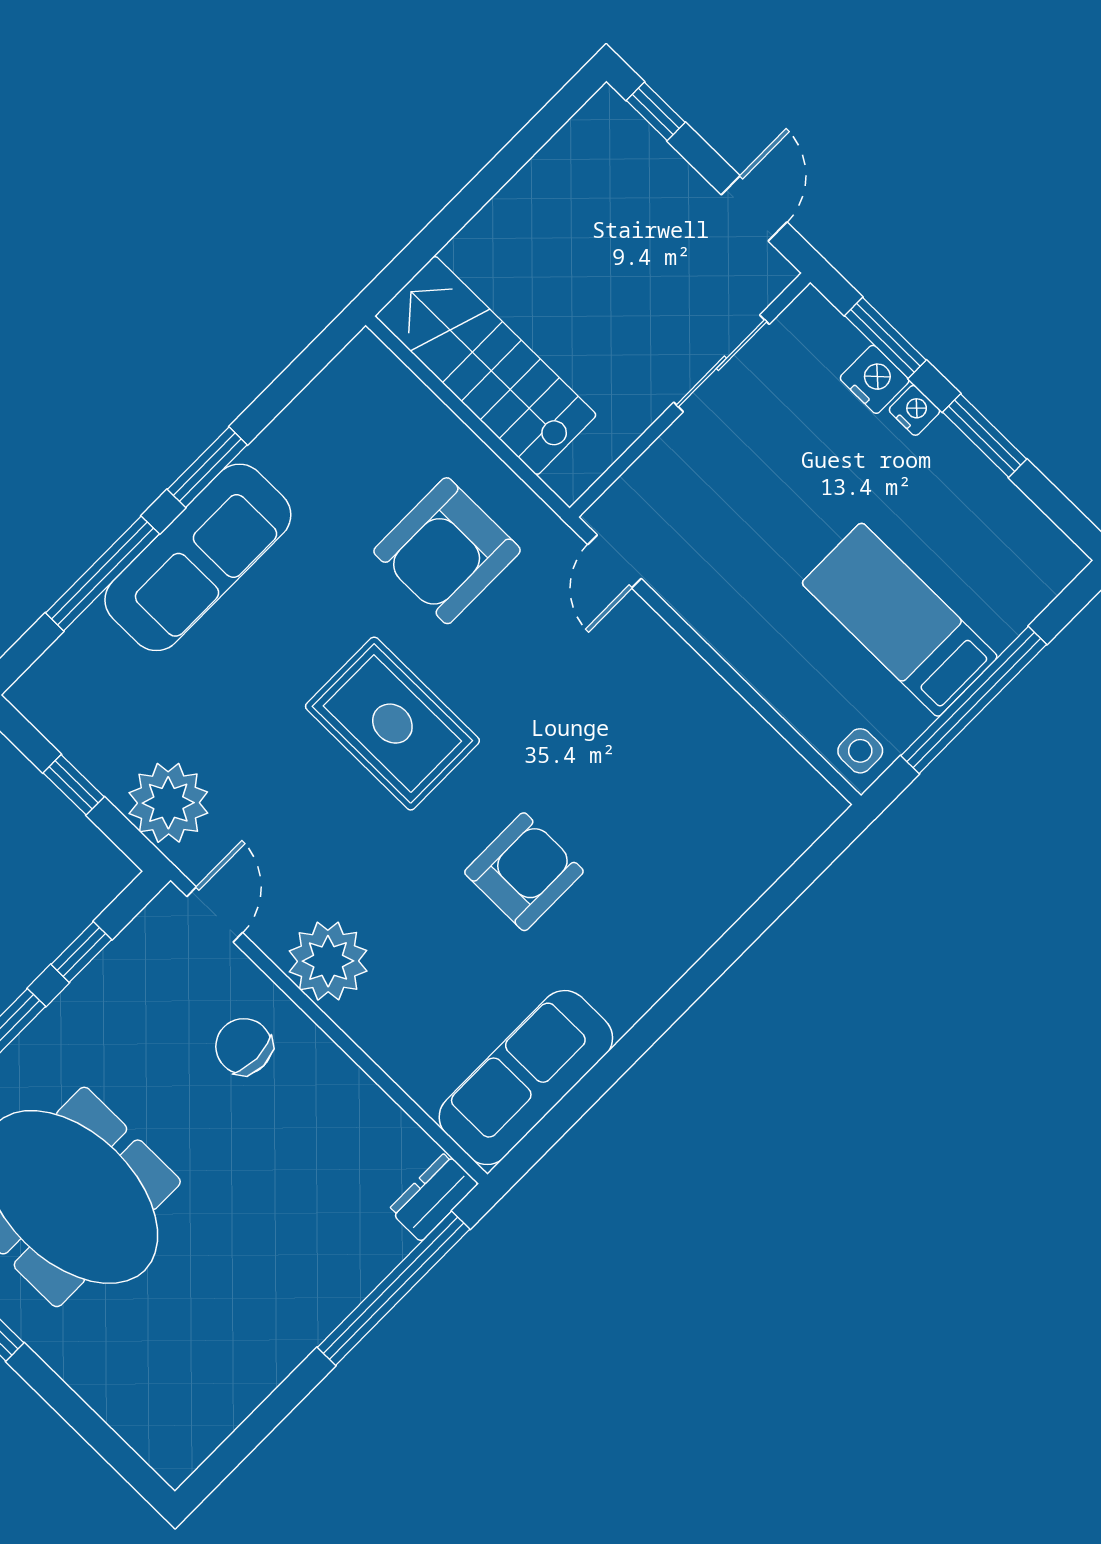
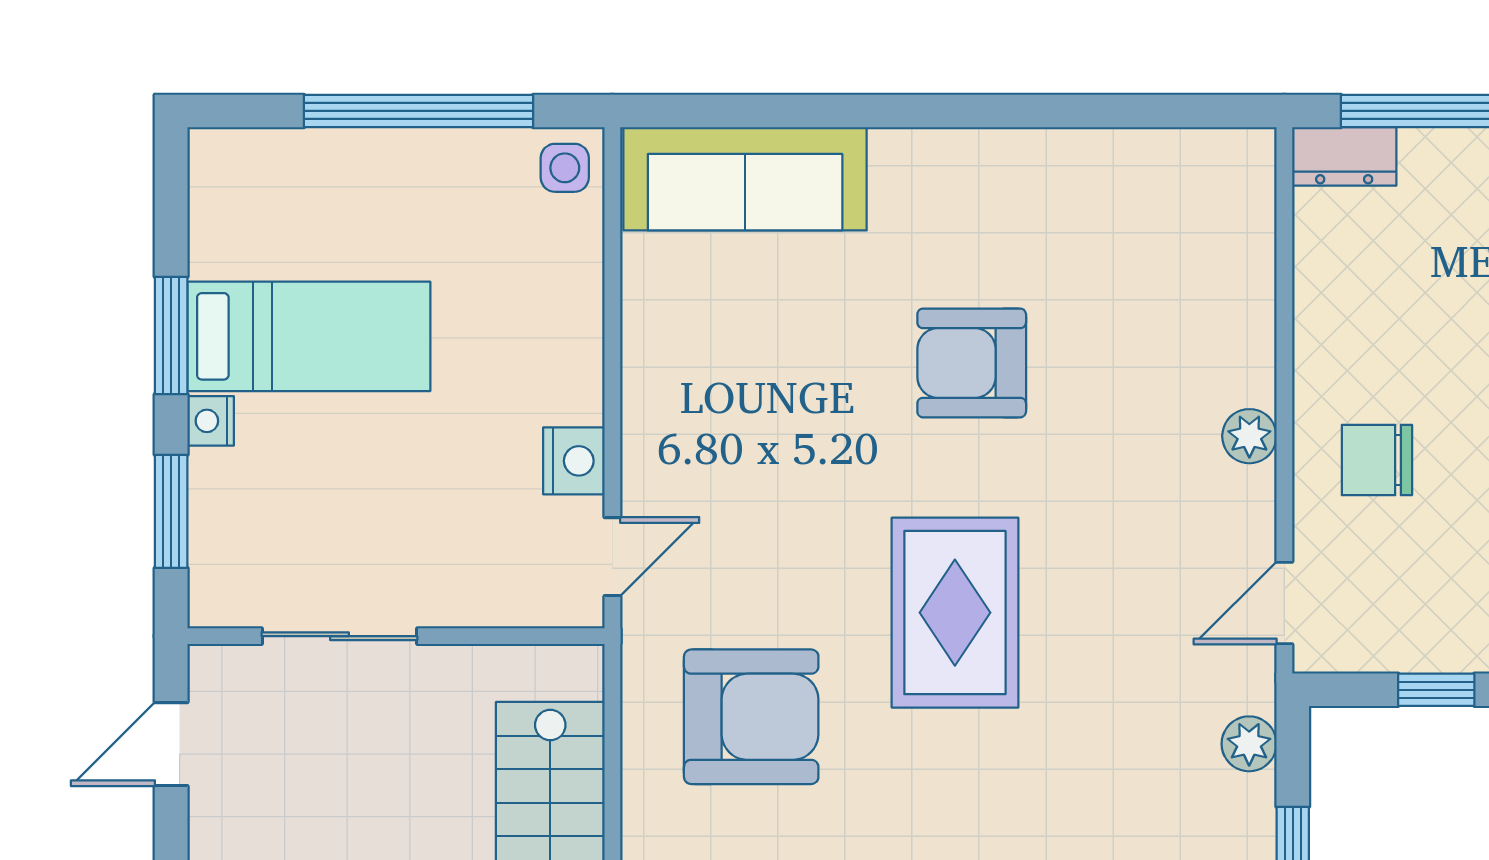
nightstand: (875, 379) -> (574, 461), moved, turned 180
bed: (900, 620) -> (309, 336), moved, turned -90
plant: (168, 803) -> (1249, 744), width x0.53, depth x0.53
plant: (328, 961) -> (1249, 436), width x0.53, depth x0.53
chair: (244, 1046) -> (1377, 460), turned 90
sofa: (526, 1078) -> (745, 179), moved

